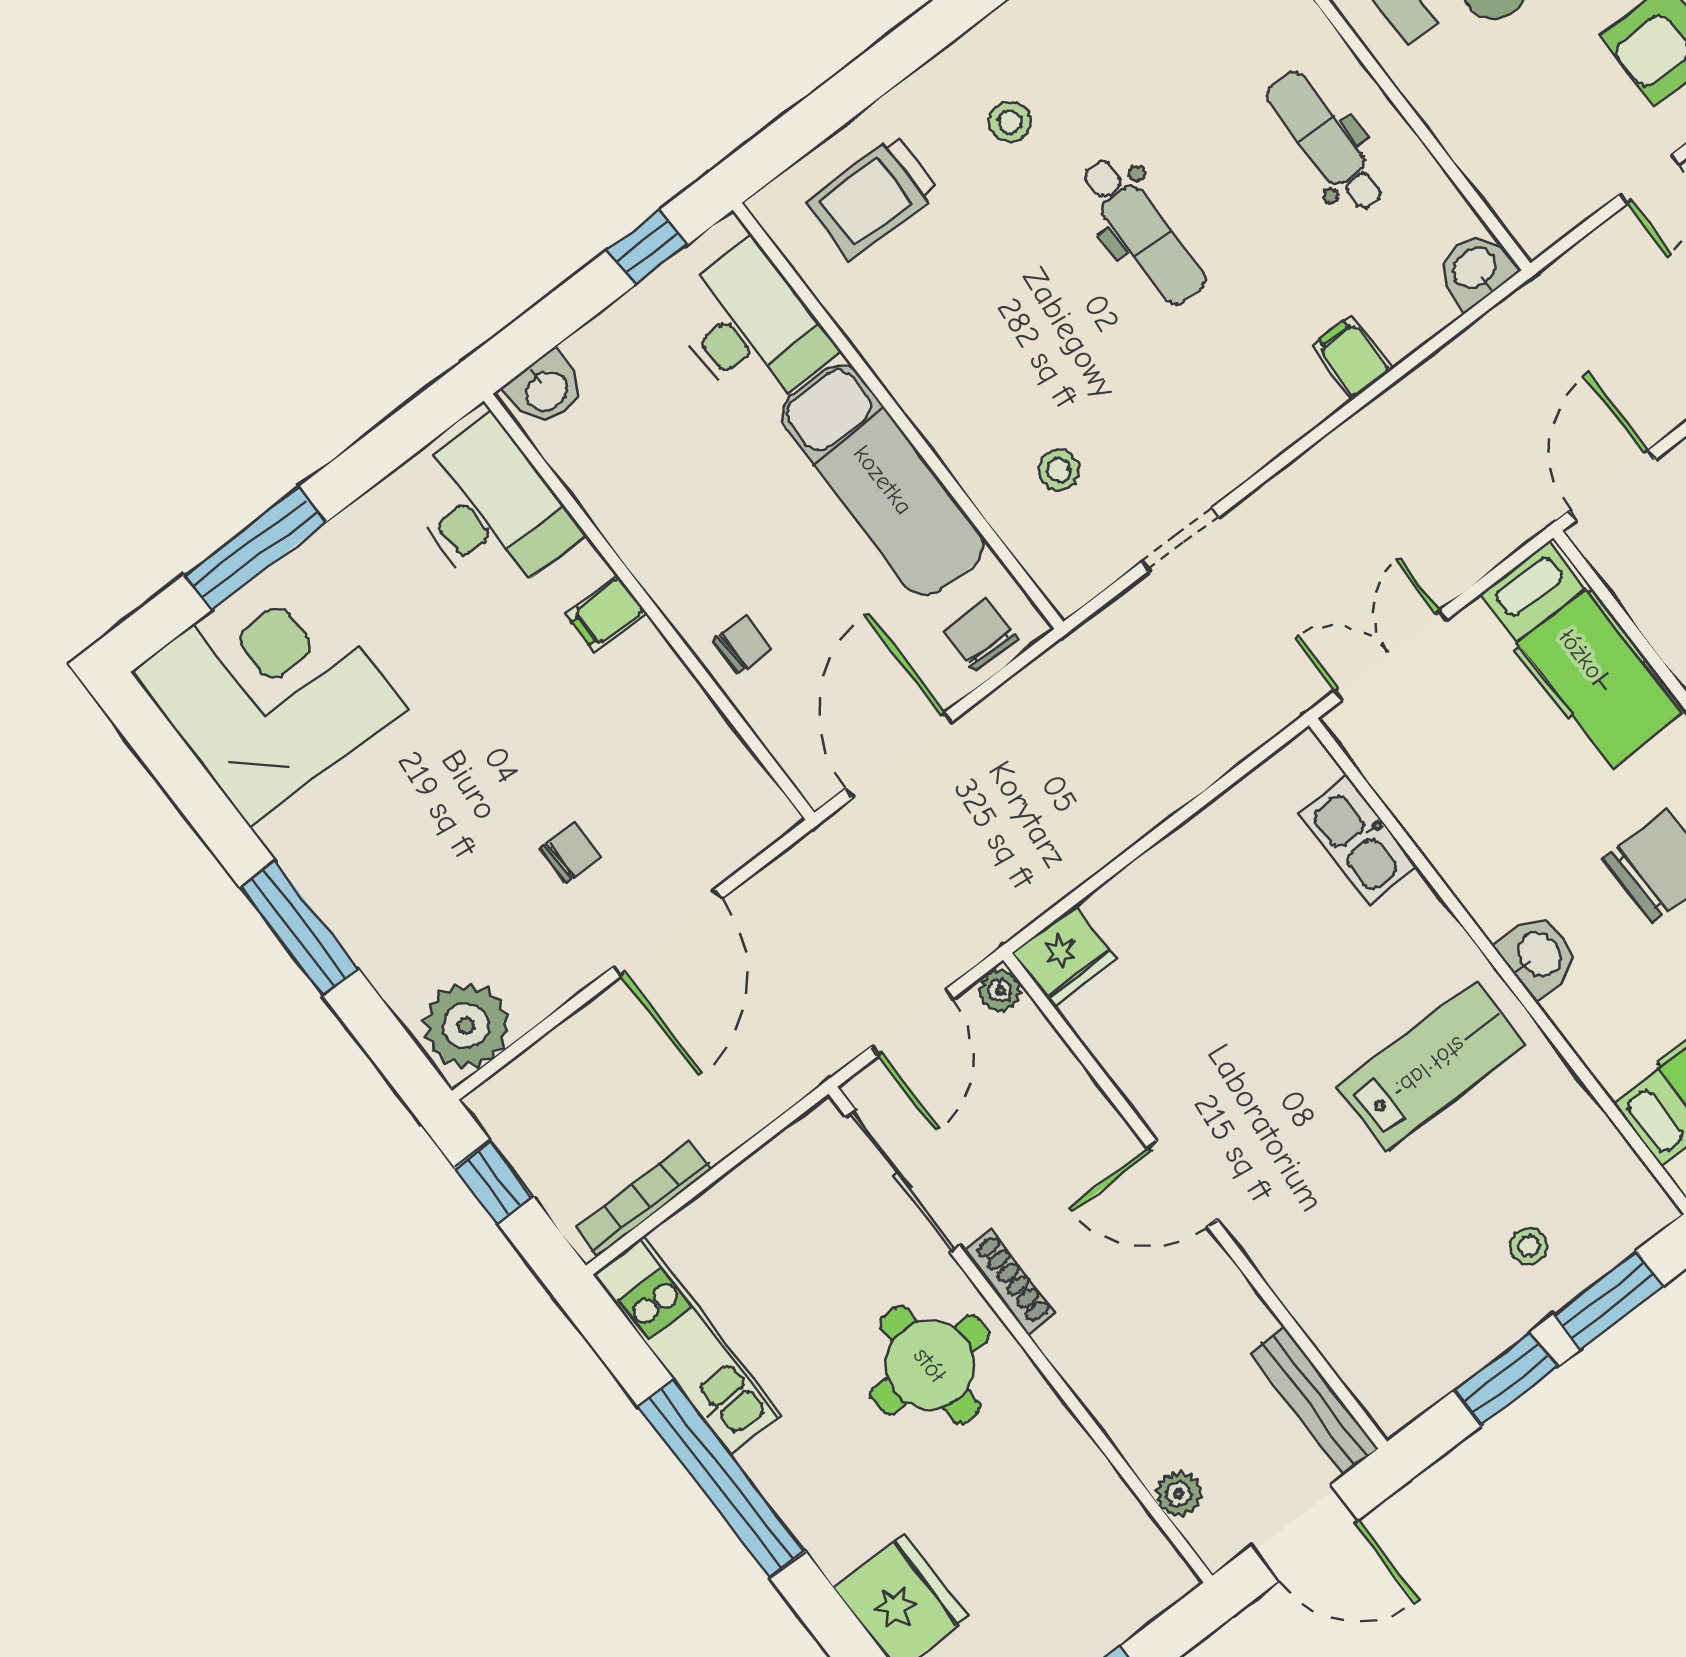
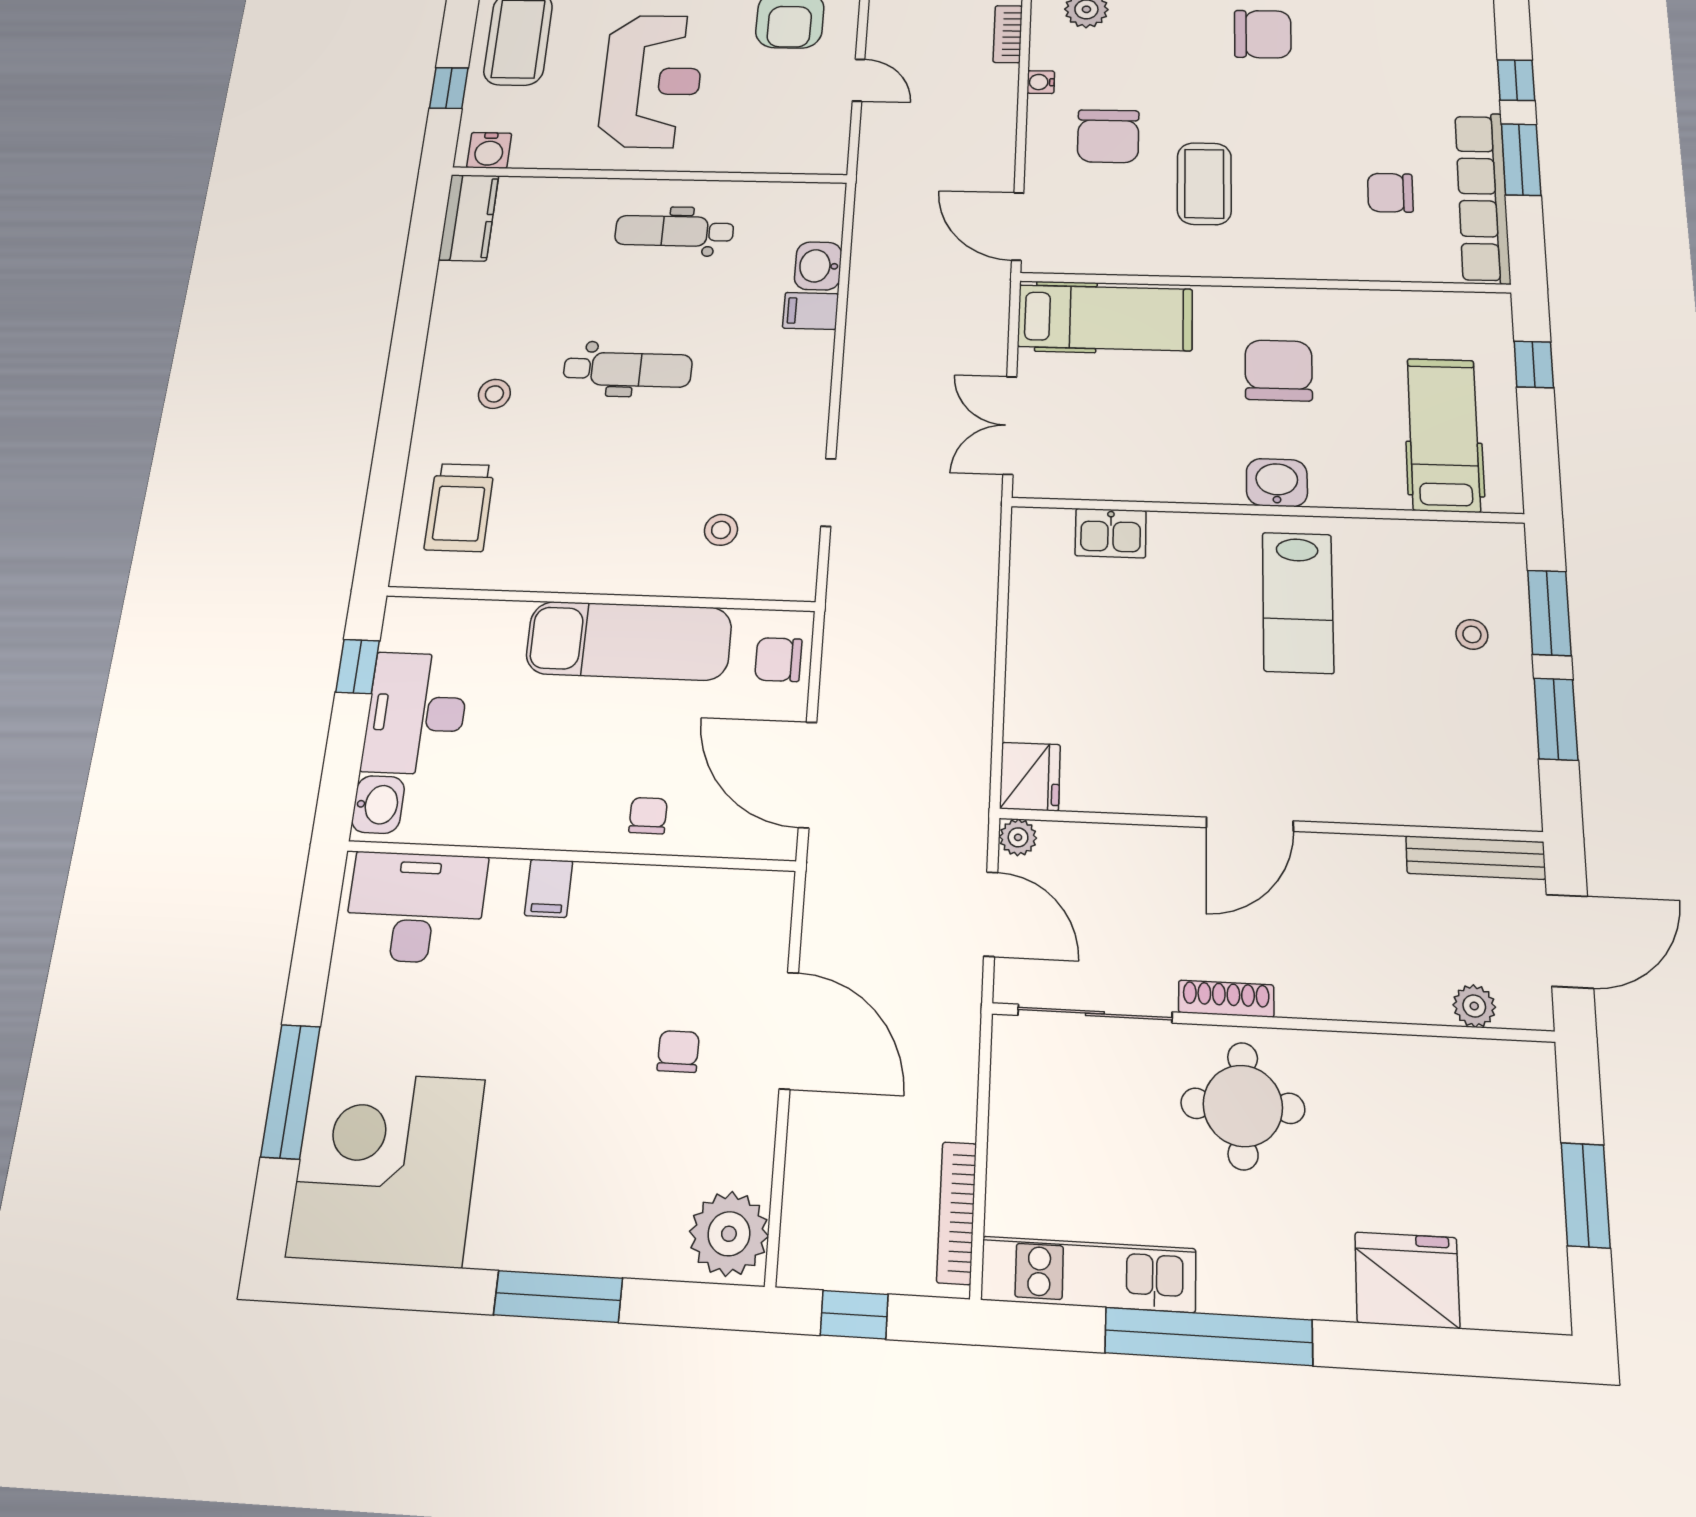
washbasin: (1475, 269) -> (818, 266), moved
desk: (751, 328) -> (416, 713), moved, turned -90
kitchen sink: (1359, 840) -> (1111, 533), width x0.73
lab bench: (1431, 1066) -> (1298, 602), turned 180

